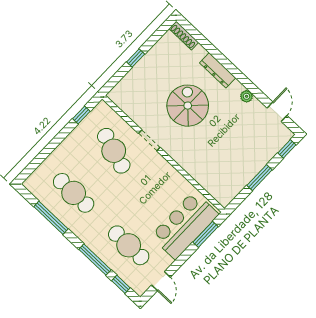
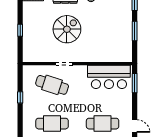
spiral stairs: (188, 106) -> (67, 29), turned 90
window: (81, 115) -> (20, 97), moved
bar counter: (185, 225) -> (109, 77), moved, turned -90

